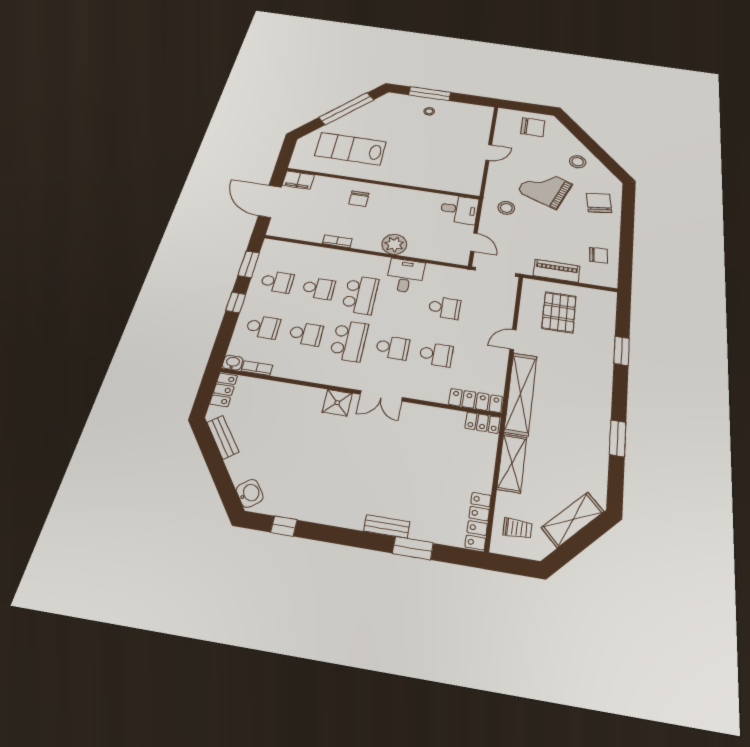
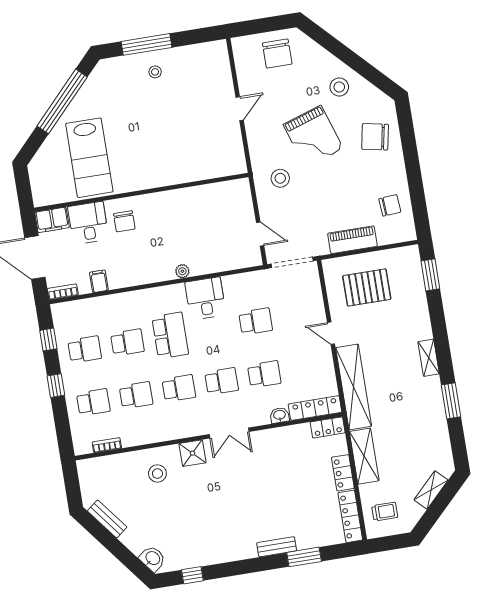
chair: (533, 127) -> (277, 54), turned 90
lab bench: (350, 149) -> (89, 158), turned -90
grand piano: (545, 188) -> (313, 137), turned -129
chair: (599, 203) -> (375, 137), turned -71
desk: (459, 209) -> (88, 223), moved, turned -90
filing cabinet: (316, 234) -> (99, 281), added
bookcase: (337, 241) -> (63, 292), moved
plant: (394, 244) -> (182, 271), width x0.53, depth x0.53
window: (249, 264) -> (48, 340), width x0.67
pallet: (559, 312) -> (367, 288), turned 90
door: (513, 340) -> (331, 333), hinge flipped
school desk: (349, 341) -> (179, 388), width x0.54
window: (622, 351) -> (430, 275), moved
washbasin: (233, 363) -> (279, 415), moved
locker: (224, 390) -> (343, 473), moved, turned 180
shelving: (604, 391) -> (429, 358), added
stool: (294, 410) -> (157, 474), added
shelving: (573, 520) -> (431, 490), width x0.67, depth x0.75

